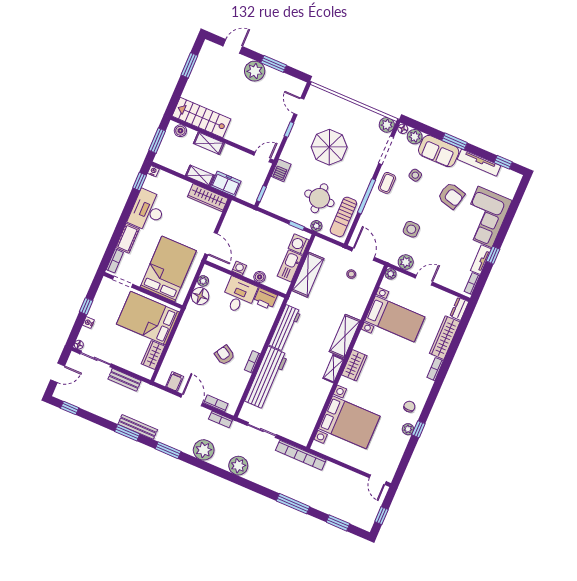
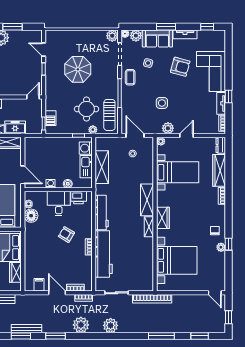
tv unit: (479, 163) -> (185, 34), width x0.71
barbecue: (281, 170) -> (50, 118), moved
armchair: (225, 355) -> (66, 234), moved

